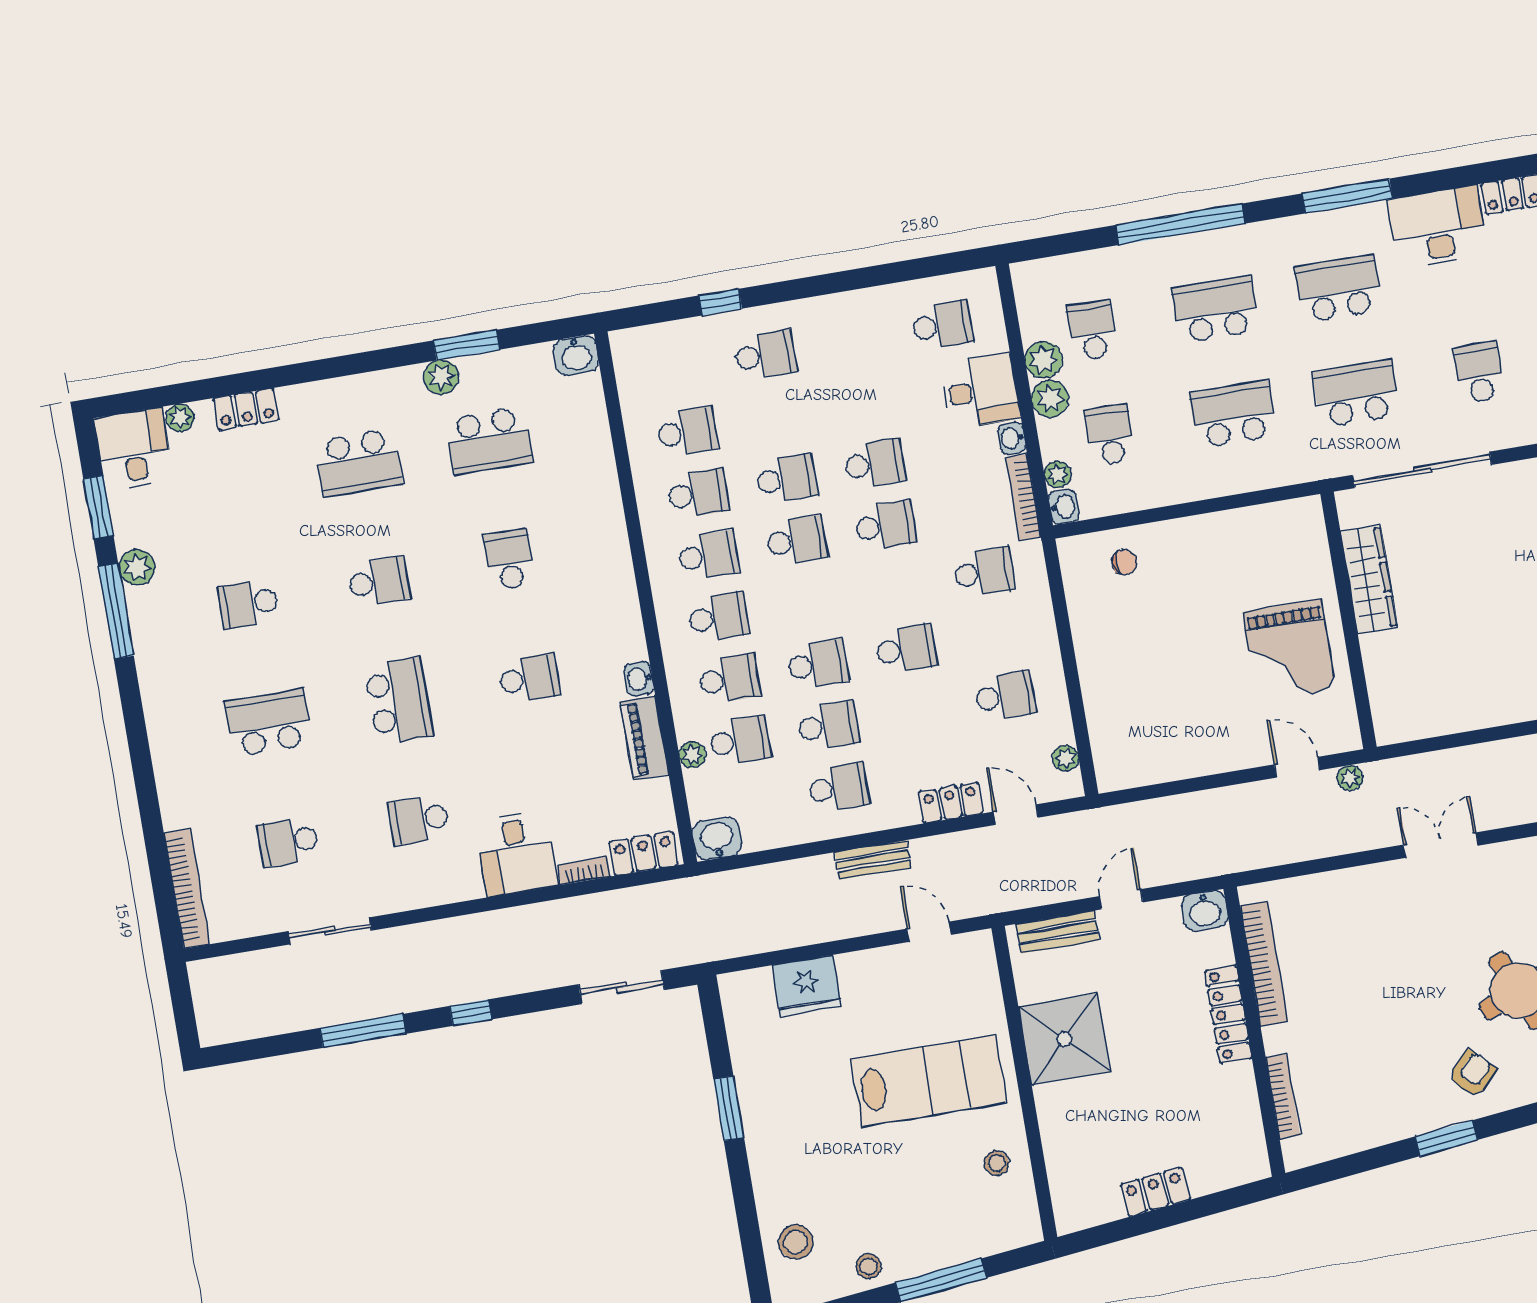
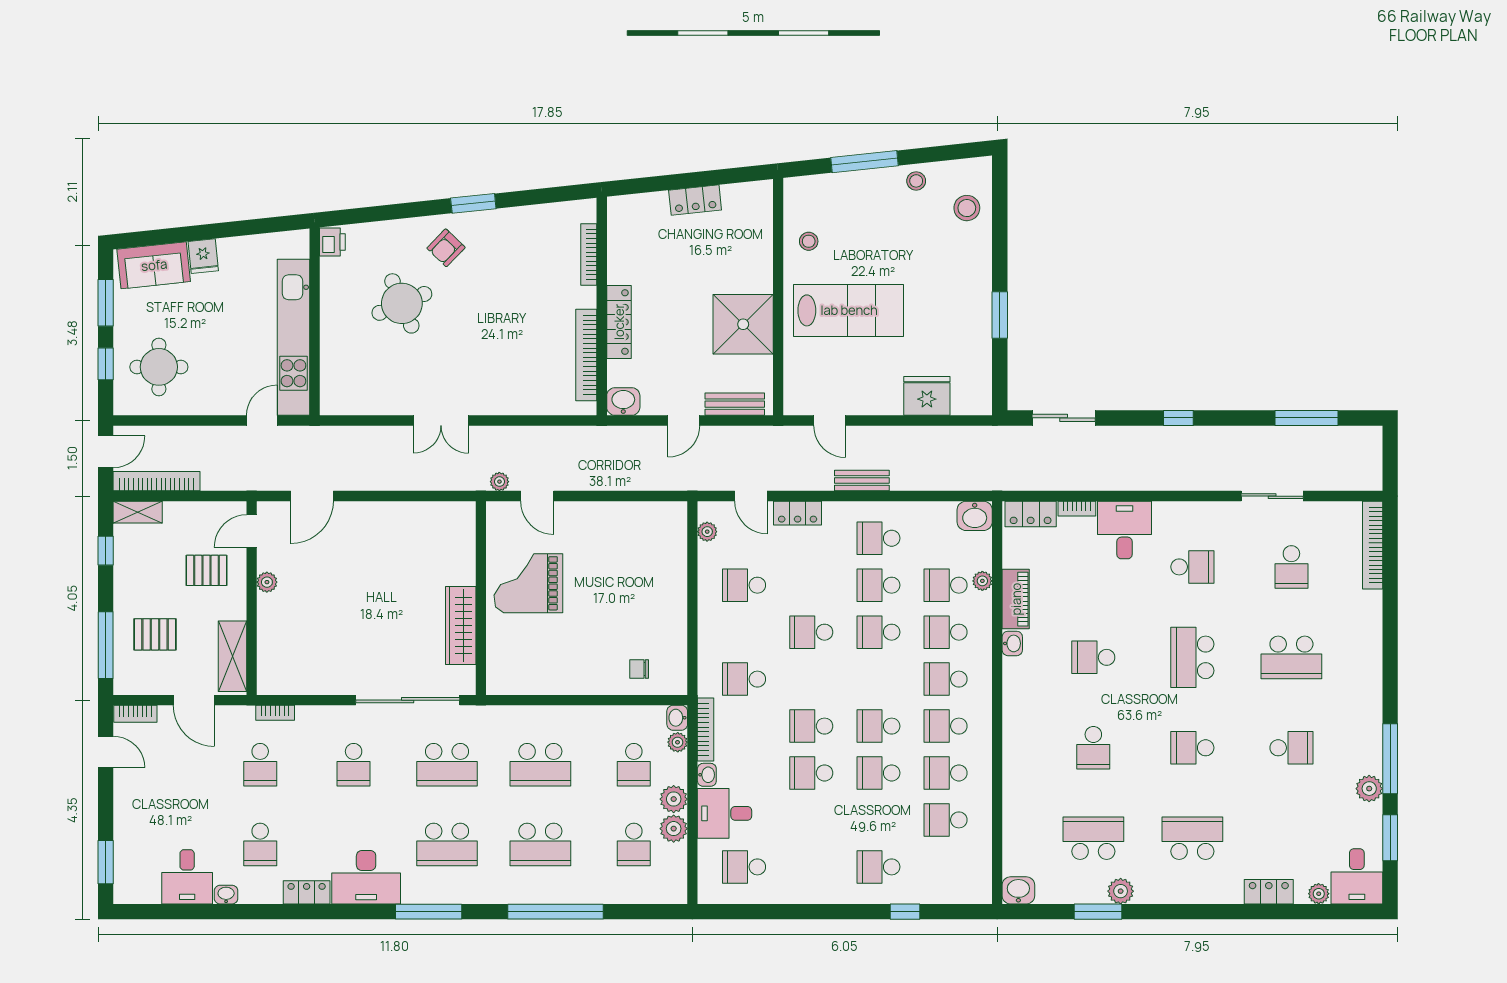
grand piano: (1289, 650) -> (528, 583), turned -90
school desk: (289, 842) -> (1291, 567), turned 90
window: (363, 1031) -> (1307, 418), moved
lab bench: (929, 1081) -> (849, 310), turned 180

